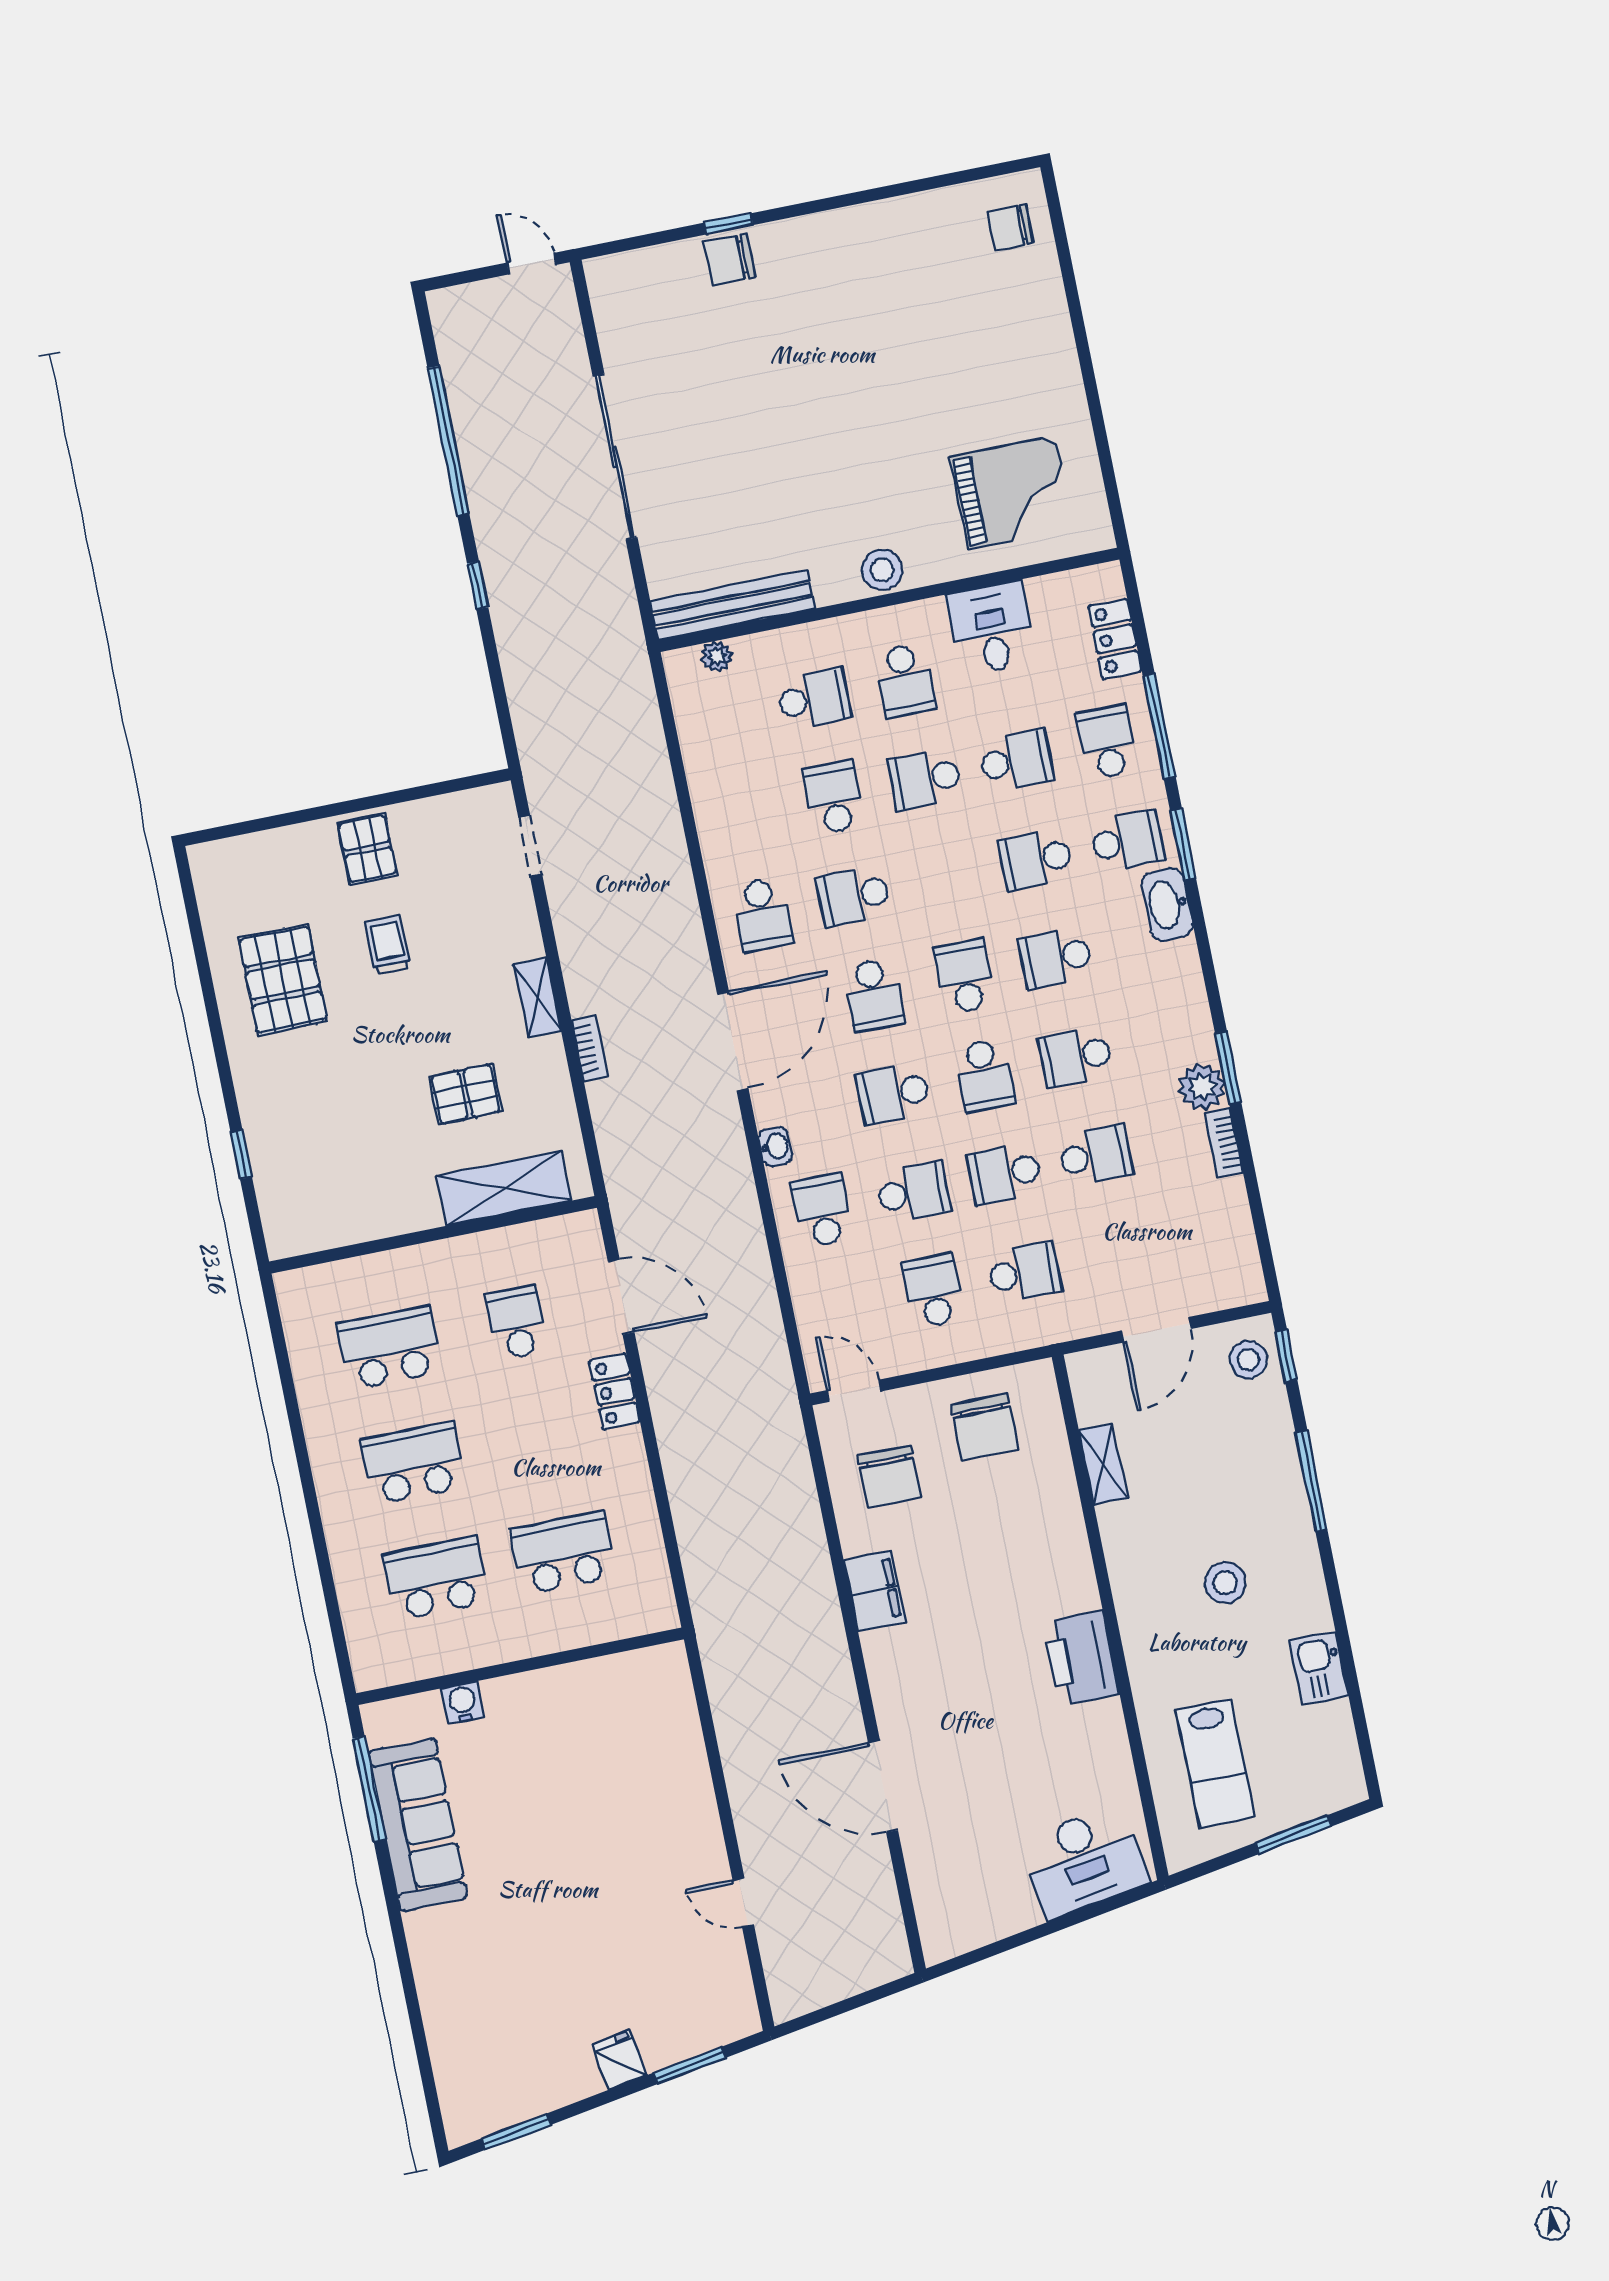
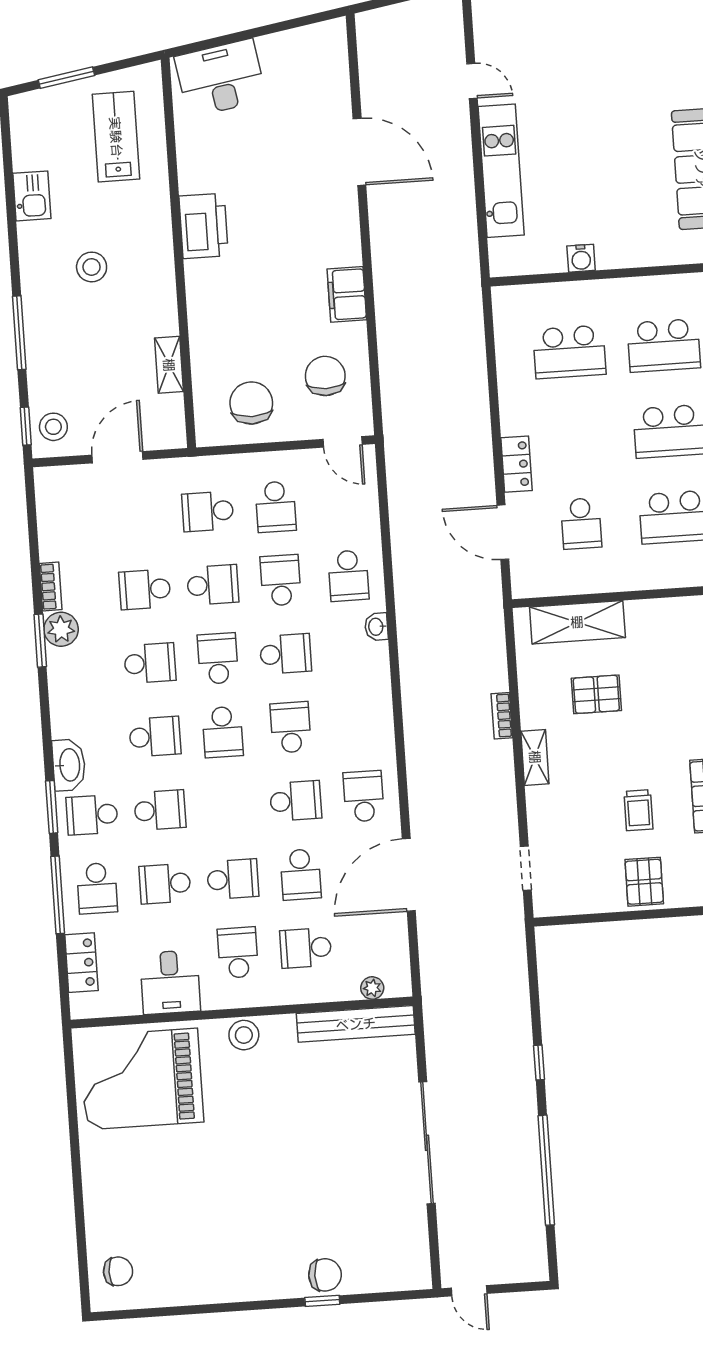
grand piano: (1012, 492) -> (142, 1079), width x1.37, depth x1.48
door: (733, 1041) -> (409, 875), moved
school desk: (913, 1192) -> (281, 580), turned 90
water cooler: (462, 1702) -> (581, 258), moved
kitchen unit: (688, 1786) -> (501, 171), added

